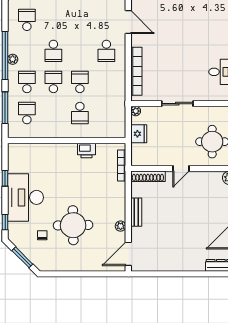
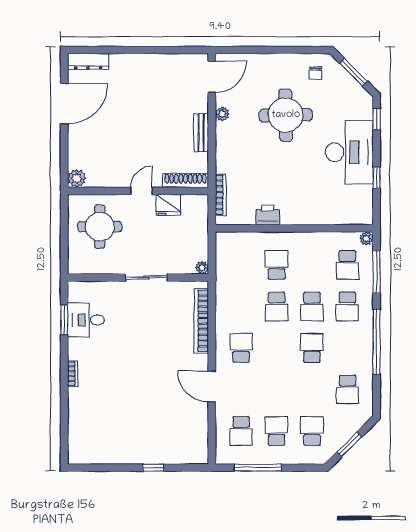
plant: (13, 59) -> (366, 238), moved
fridge: (139, 134) -> (168, 205), moved, turned -90
chair: (42, 235) -> (316, 73), moved

